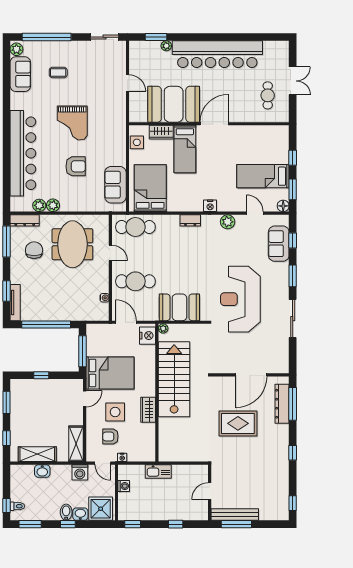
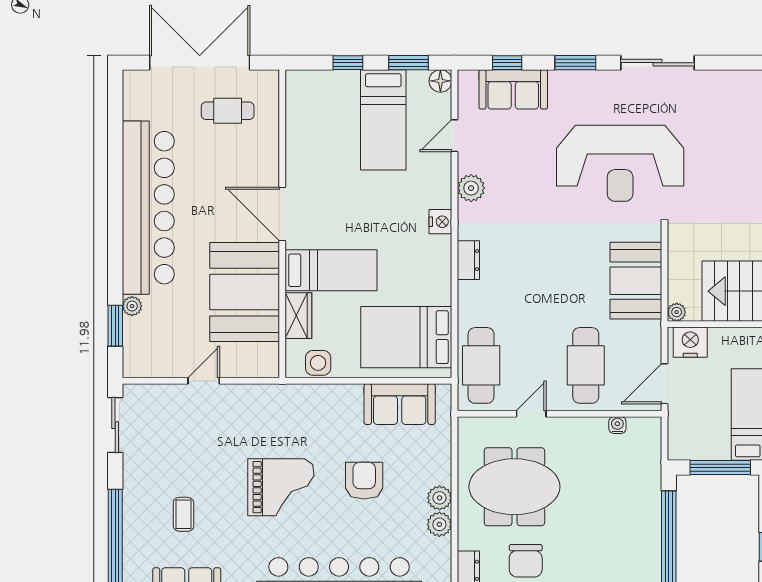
double door: (293, 81) -> (200, 63), width x1.87
plant: (39, 205) -> (440, 498), moved
chair: (34, 250) -> (526, 561), turned -90

